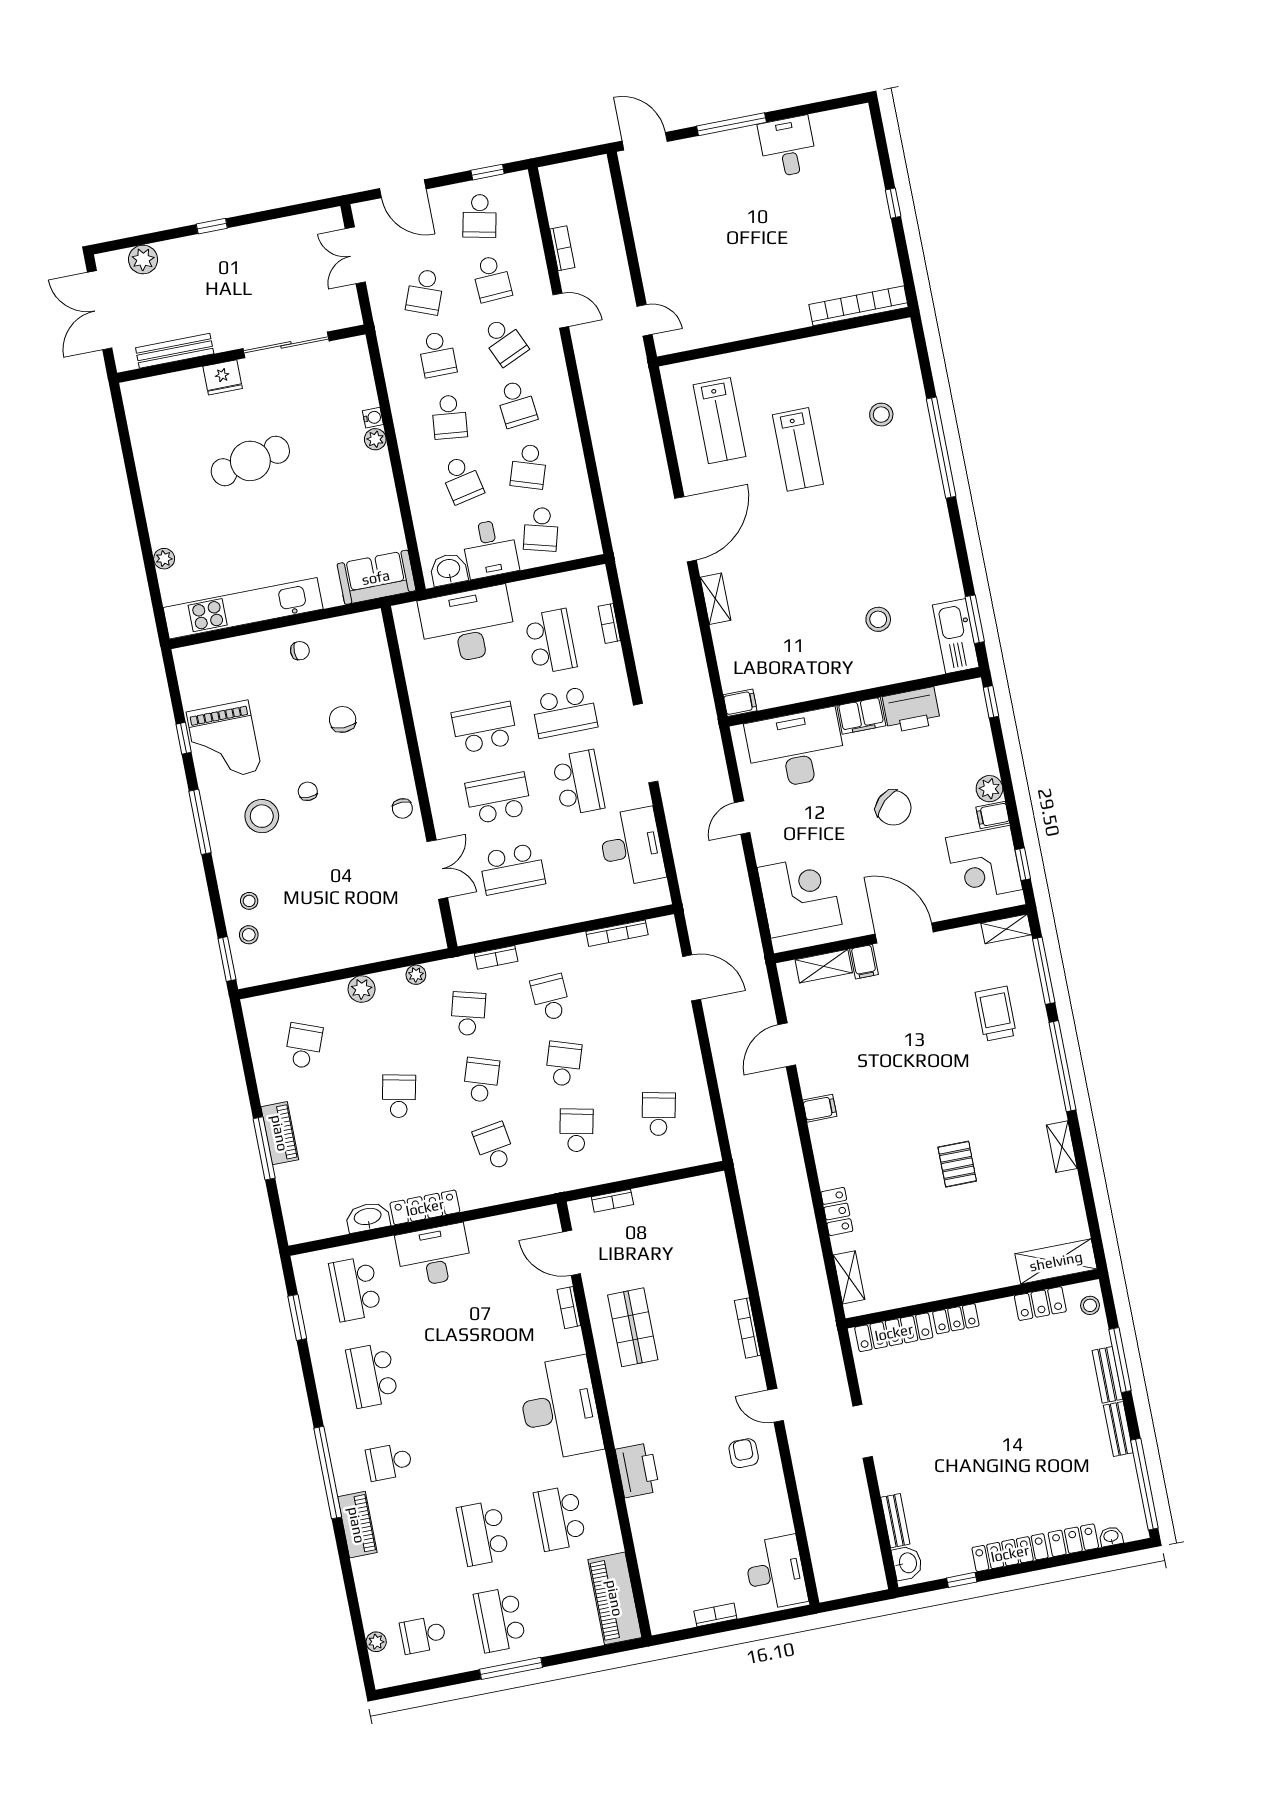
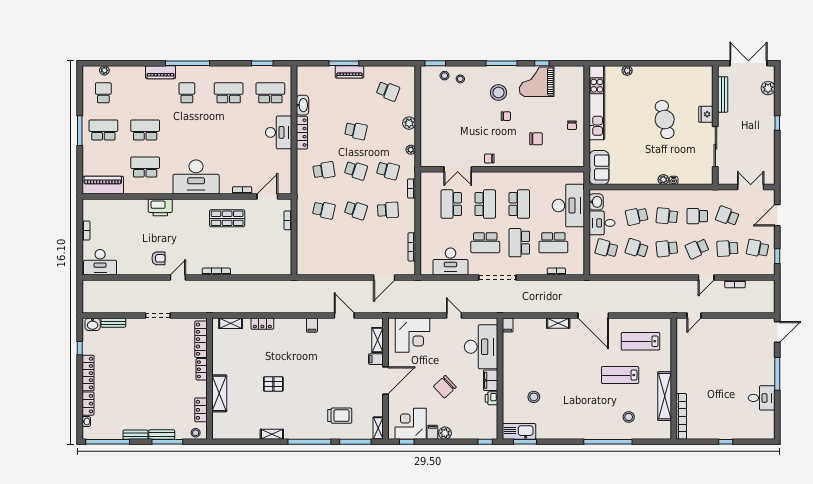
shelving: (823, 348) -> (665, 396), added
printer: (912, 710) -> (491, 398), width x0.53, depth x0.68
school desk: (659, 1114) -> (324, 250), removed
shelving: (1056, 1261) -> (219, 393), moved

